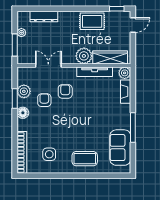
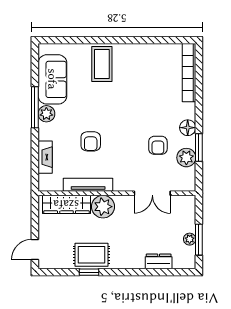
window: (117, 9) -> (89, 272), moved
dresser: (44, 17) -> (159, 261), width x0.70
window: (15, 45) -> (199, 240), moved
plant: (125, 73) -> (46, 114), moved
armchair: (65, 91) -> (91, 141), moved
side table: (49, 154) -> (151, 70), removed
coffee table: (85, 159) -> (102, 64), turned 90

